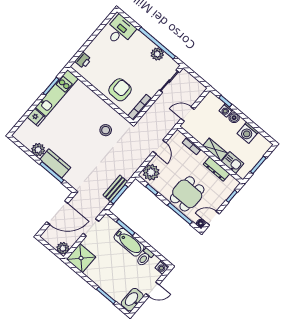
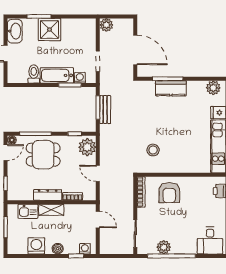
washing machine: (226, 110) -> (85, 249), moved
door: (188, 114) -> (98, 220), hinge flipped
plant: (38, 150) -> (213, 88), moved
dresser: (217, 169) -> (48, 195), moved
dining table: (187, 194) -> (43, 155), turned 90
door: (57, 213) -> (135, 50), swing flipped
shower: (81, 258) -> (49, 29), moved
washing machine: (162, 267) -> (80, 78), moved

